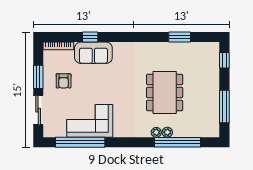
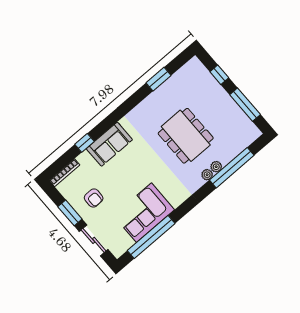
sofa: (93, 53) -> (109, 144), moved
window: (224, 60) -> (219, 75), moved

